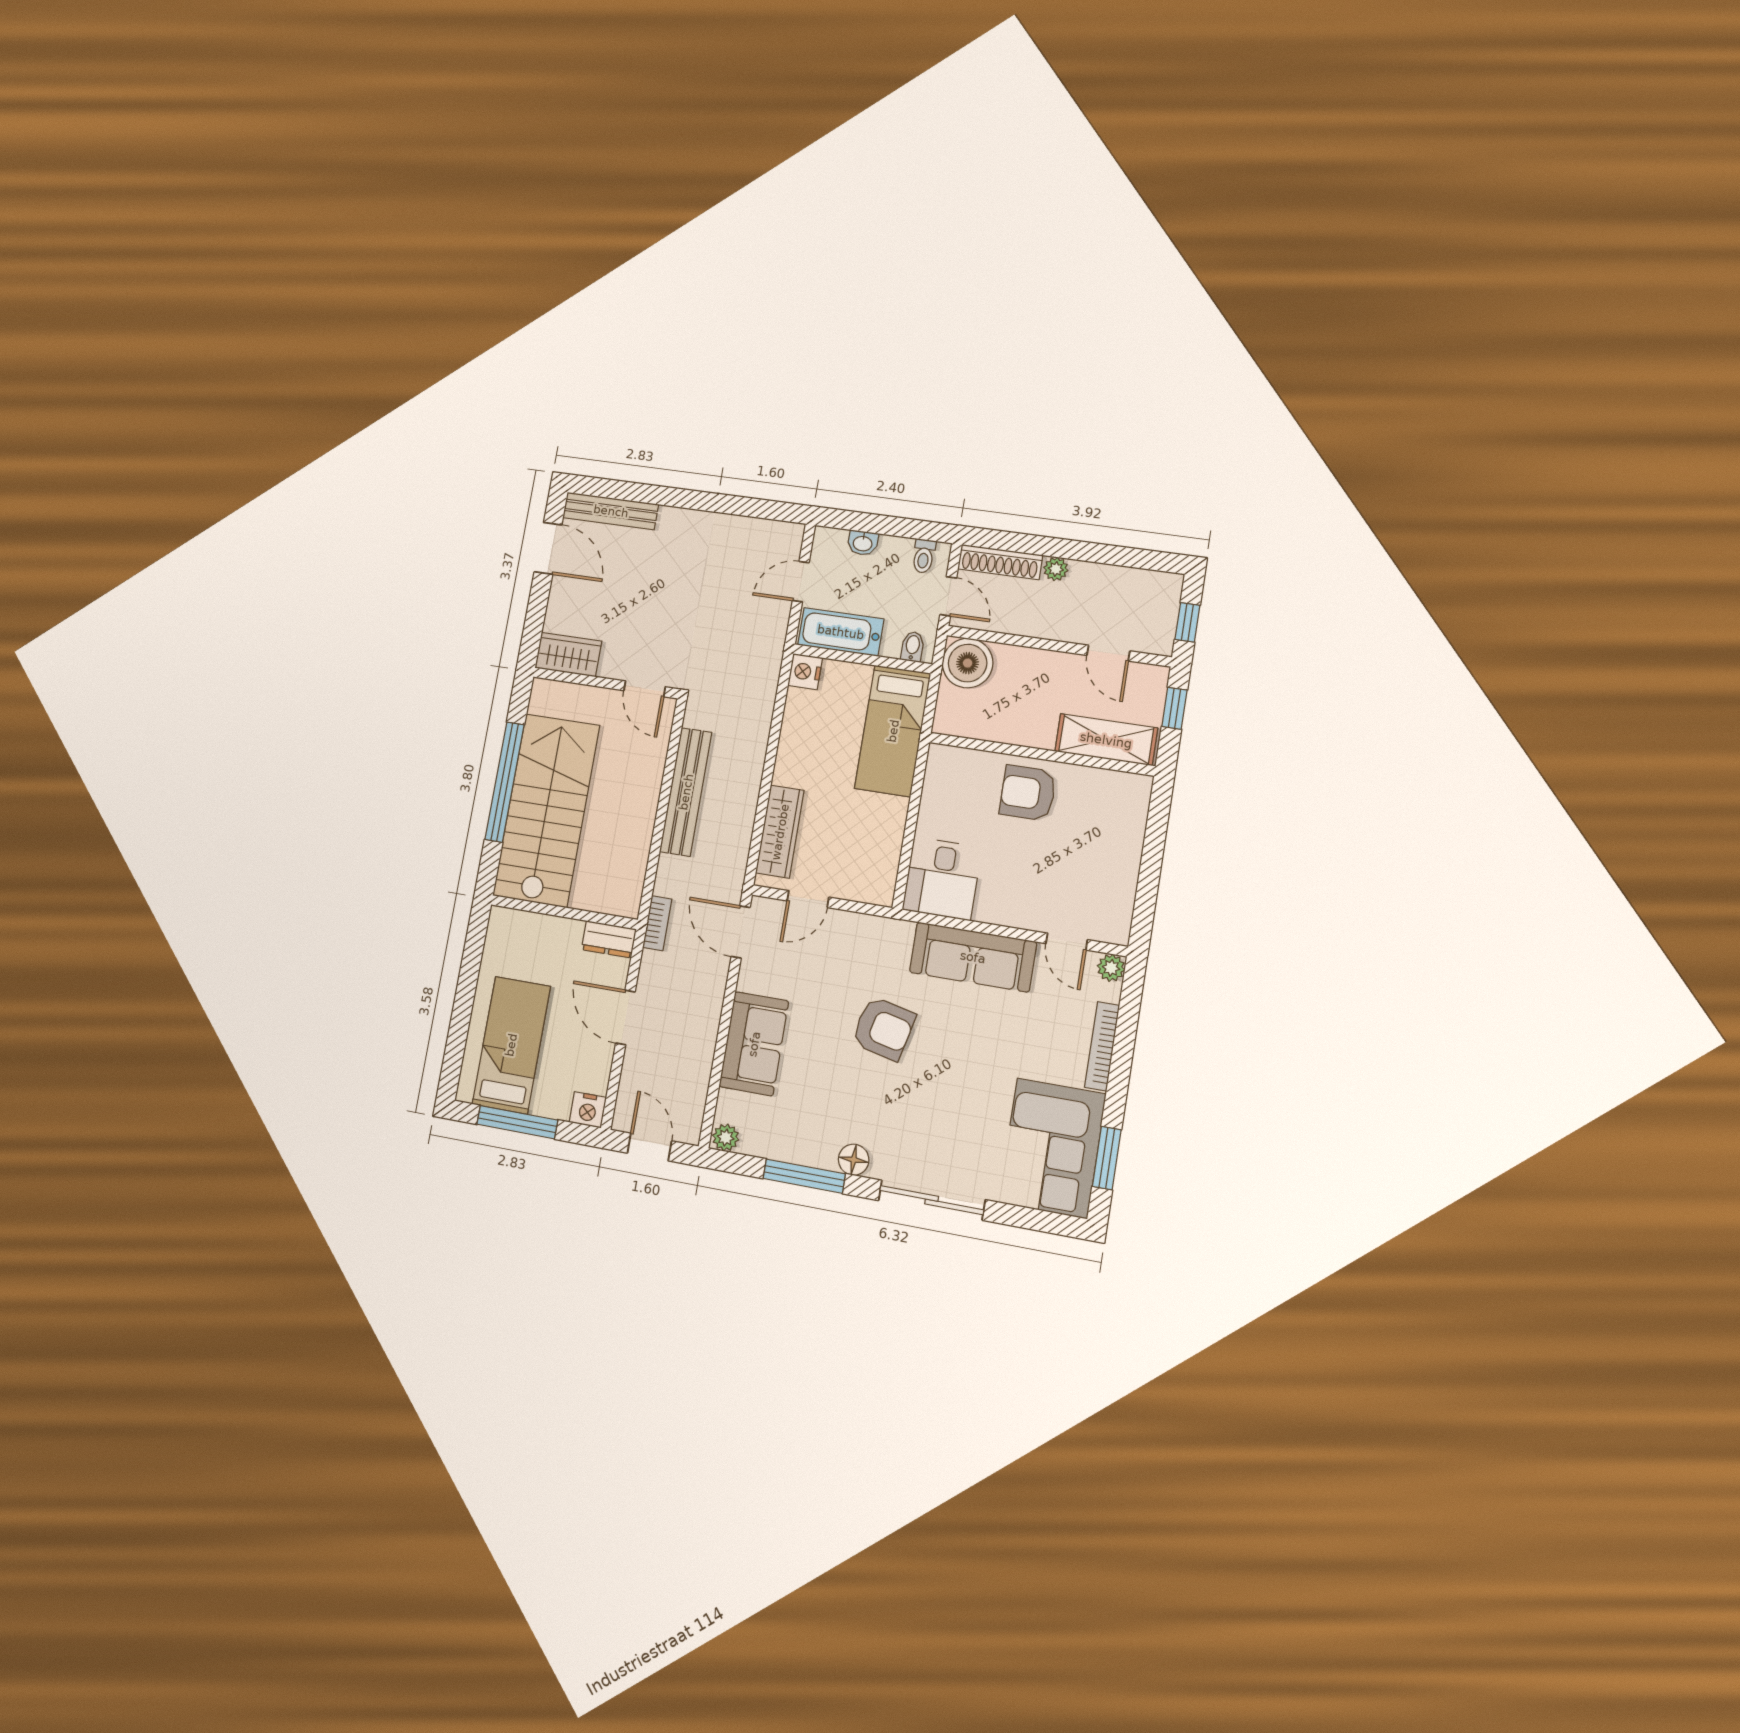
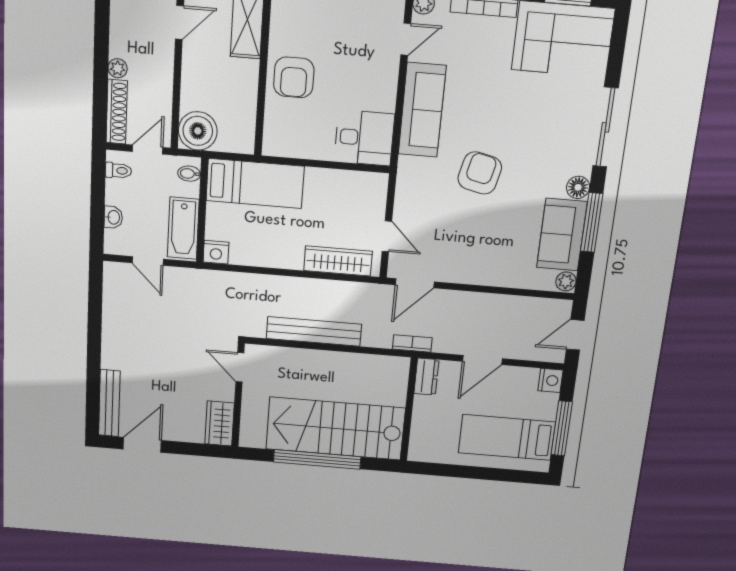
door: (645, 689) -> (240, 367), swing flipped
sofa: (754, 1044) -> (562, 235), moved, turned -90

